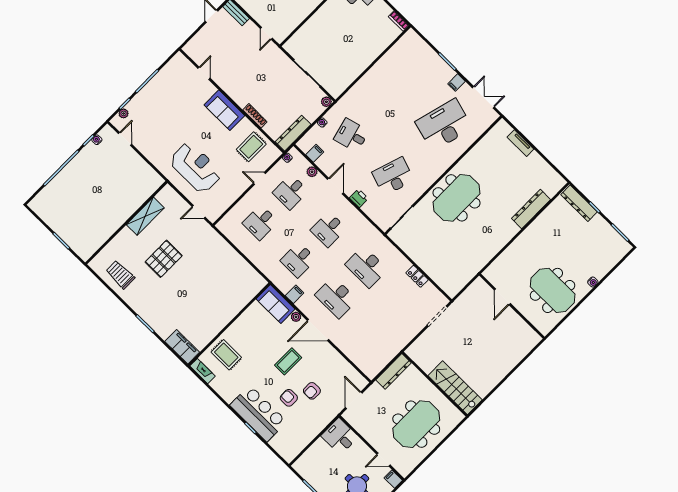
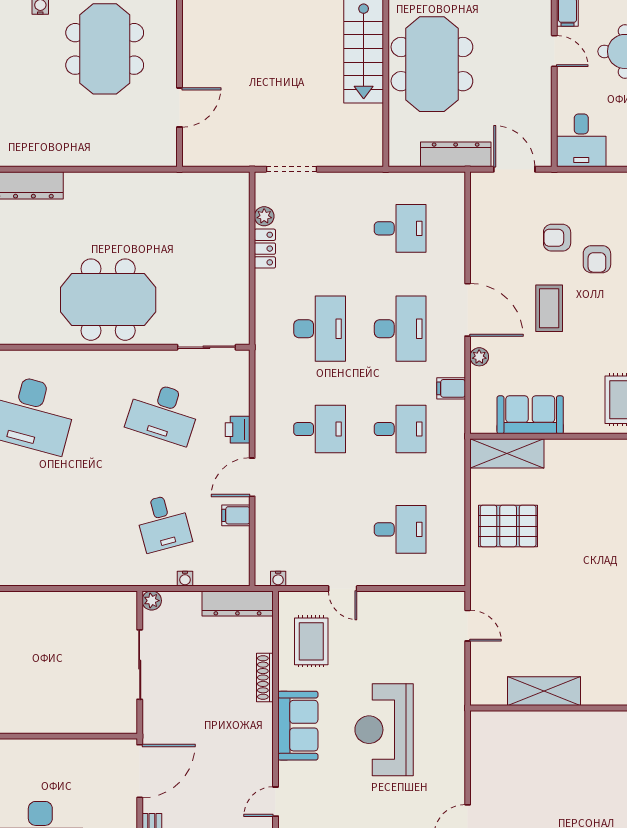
door: (266, 33) -> (140, 771), width x1.87
rug: (251, 147) -> (311, 641), turned 90
filing cabinet: (315, 153) -> (236, 515), moved
reception desk: (196, 168) -> (384, 730), moved
plant: (312, 172) -> (264, 216), moved
desk: (290, 192) -> (400, 228), moved
pallet: (164, 259) -> (508, 526), moved
shelving: (249, 291) -> (507, 453), added
sofa: (276, 304) -> (530, 415), moved, turned -90
coffee table: (288, 361) -> (549, 308), turned 90
dresser: (394, 371) -> (456, 154), moved
armchair: (312, 391) -> (557, 238), turned 180
door: (354, 400) -> (514, 169), swing flipped
meeting table: (416, 424) -> (432, 64), moved, turned 90

